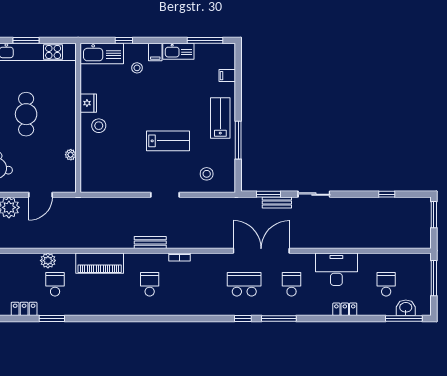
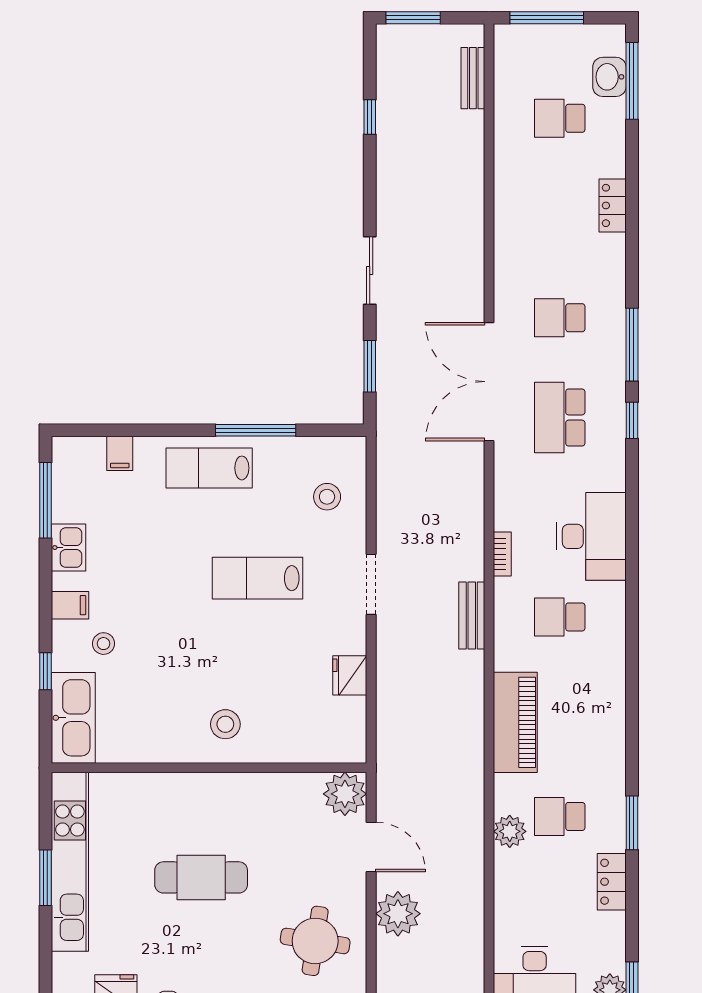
kitchen sink: (178, 51) -> (69, 548), width x0.73
fridge: (88, 103) -> (350, 675), moved, turned -90
lab bench: (168, 141) -> (257, 578), turned -90
plant: (71, 155) -> (345, 794), moved, width x1.88, depth x1.88
bench: (277, 202) -> (473, 78), moved
desk: (336, 269) -> (591, 536), moved, turned 180

